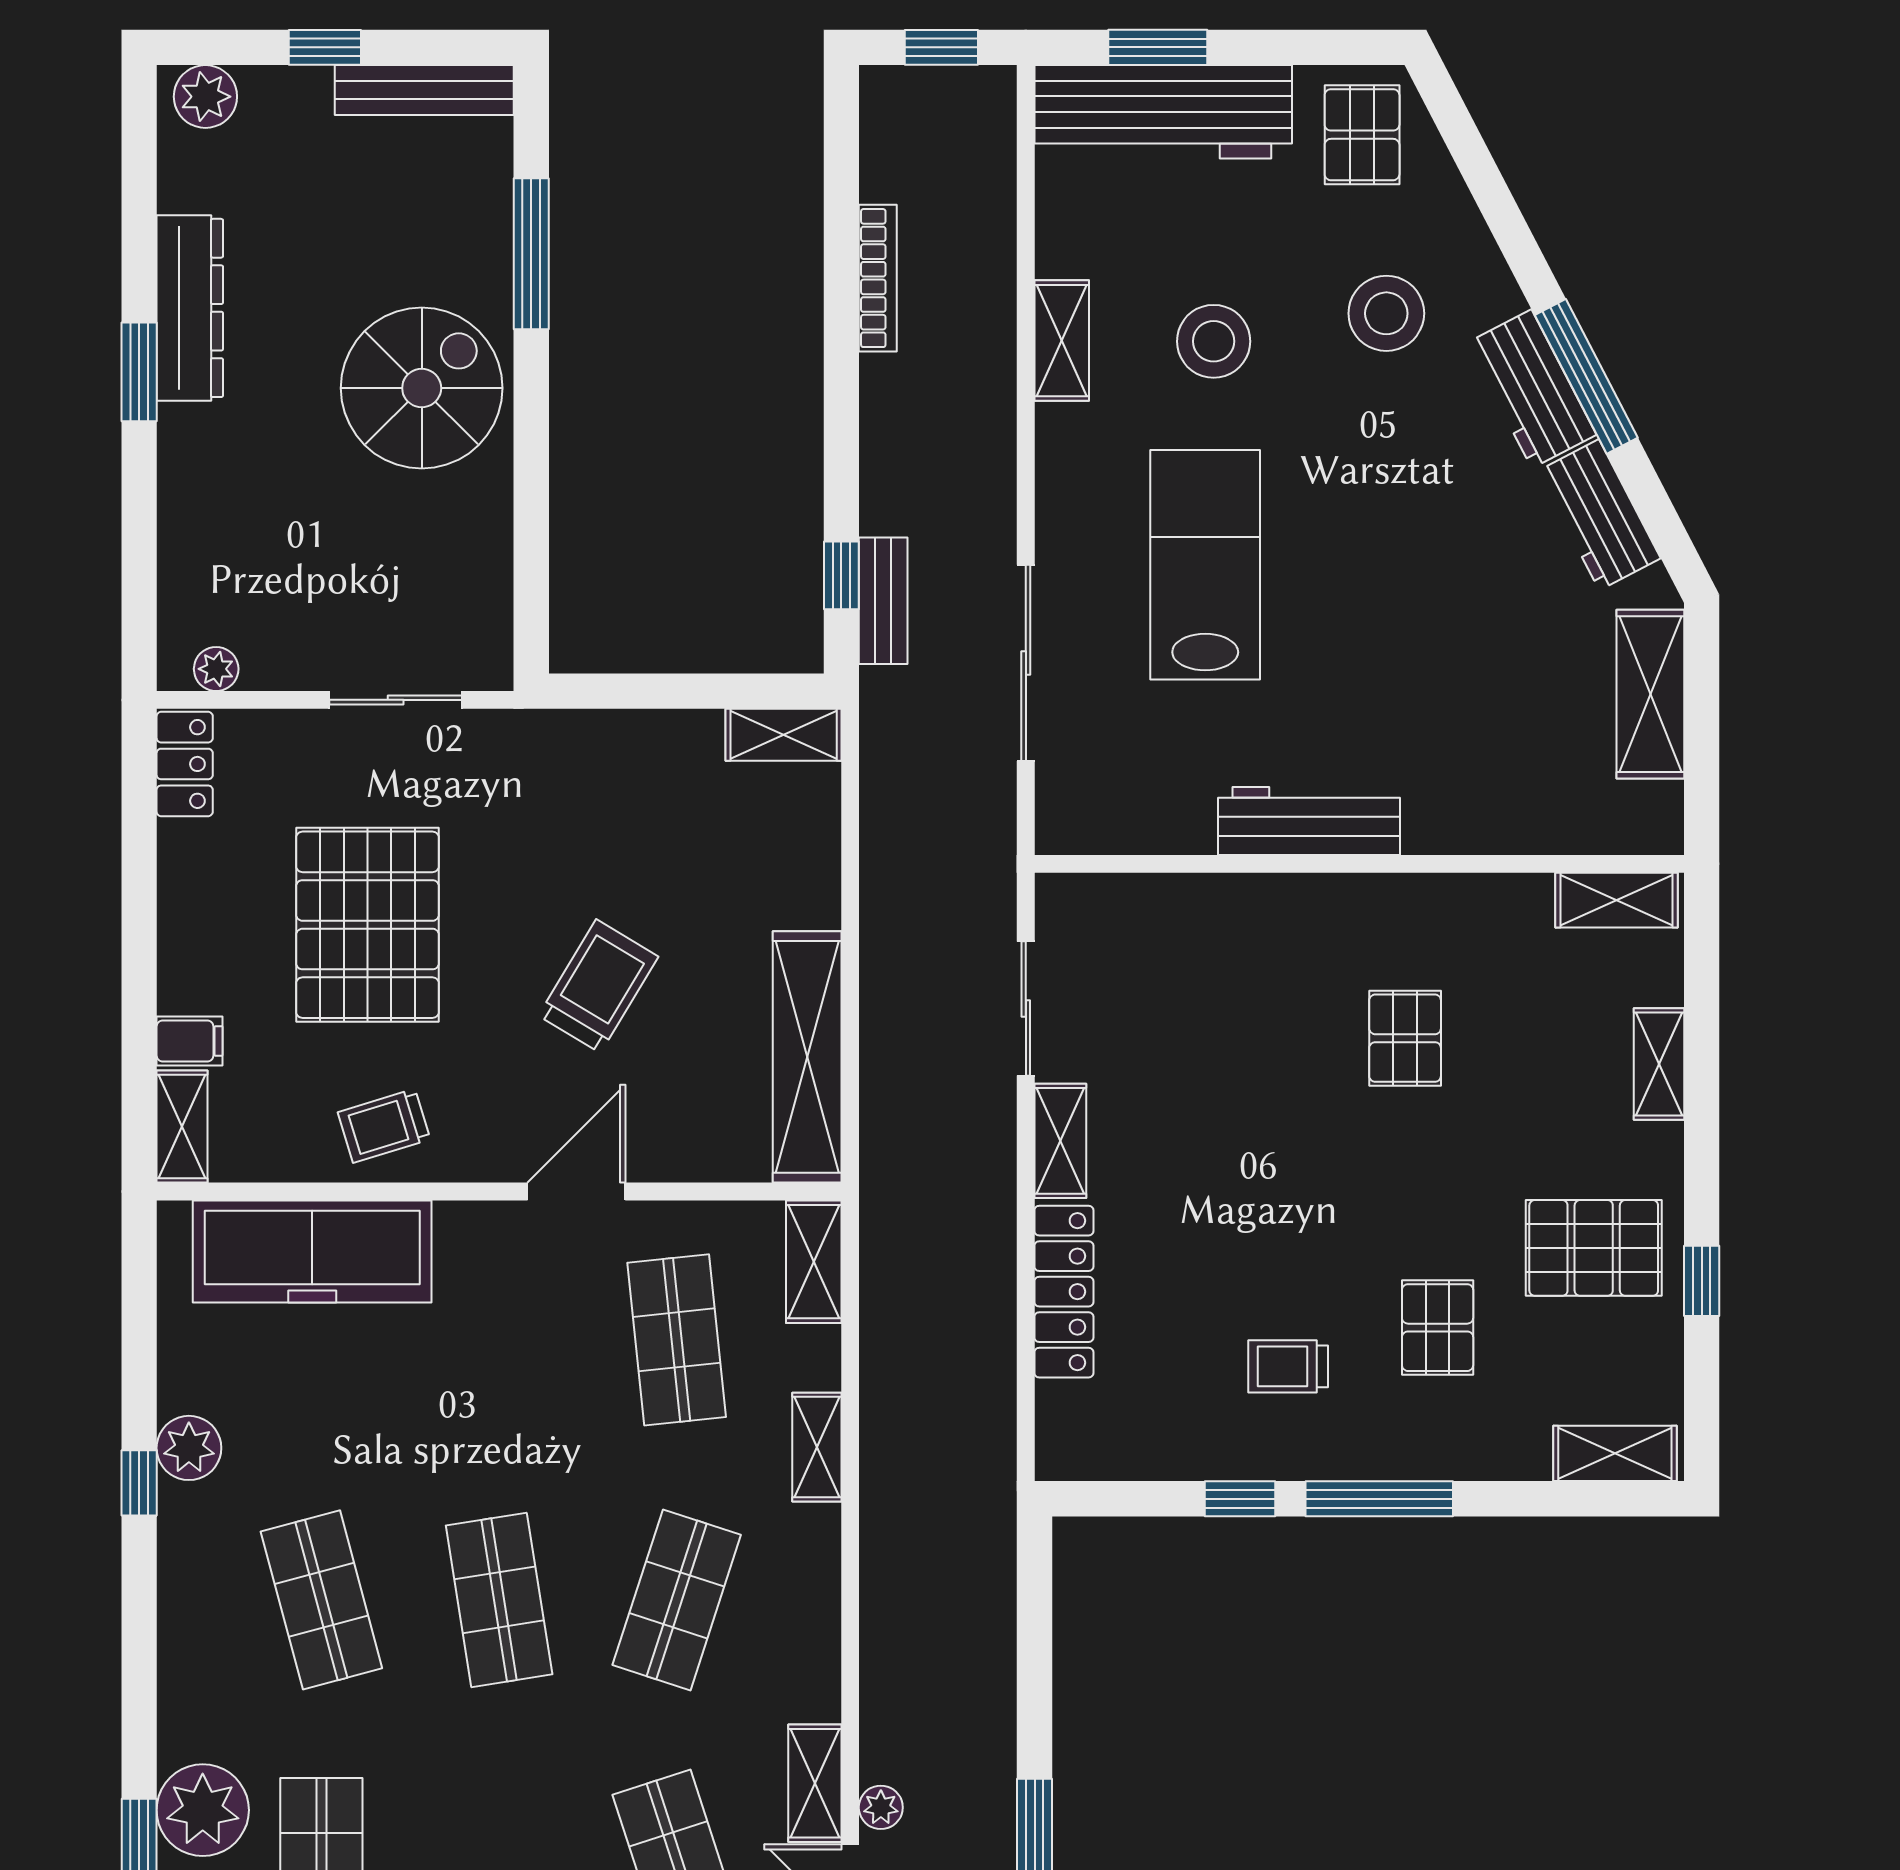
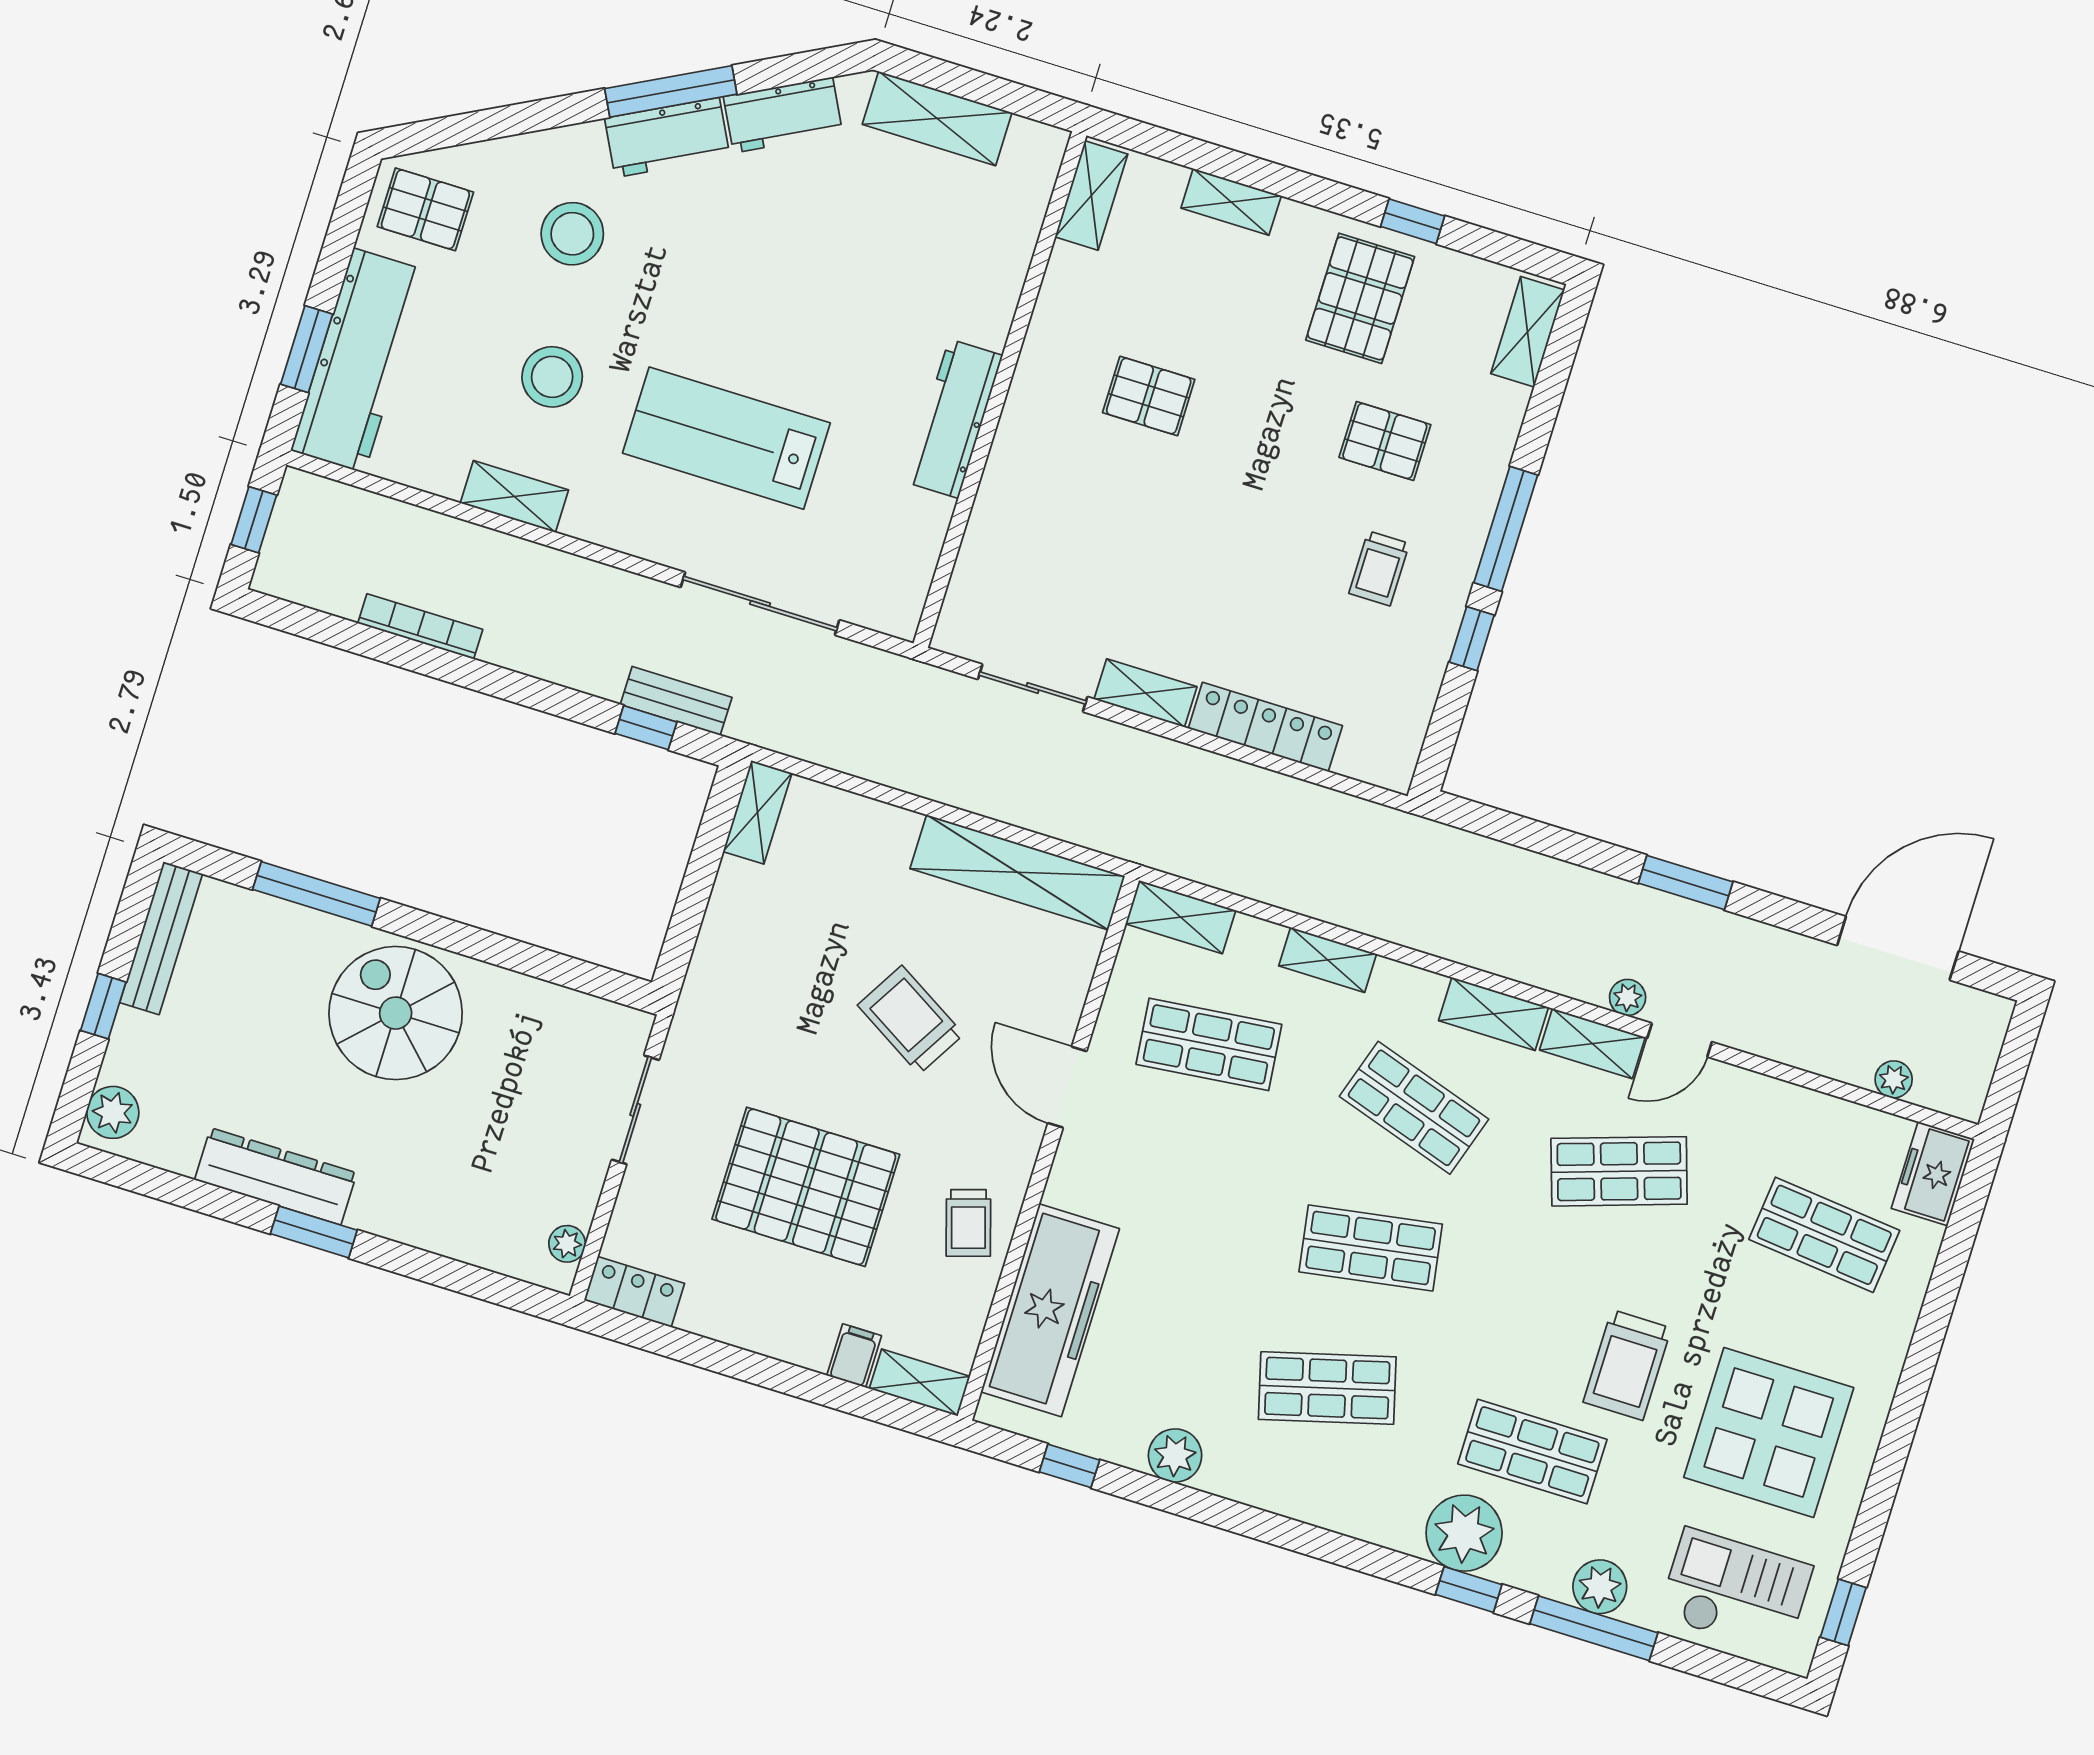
window: (139, 1483) -> (1069, 1466), moved
shelving: (814, 1658) -> (1494, 1014), added

